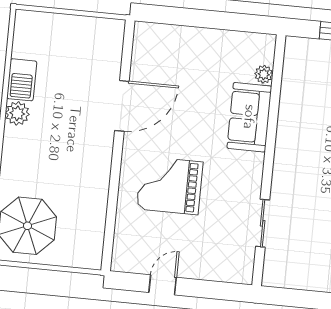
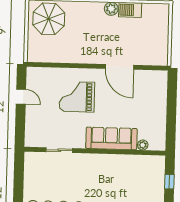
sofa: (249, 117) -> (111, 138), width x1.36
grand piano: (170, 185) -> (77, 97), turned -90

